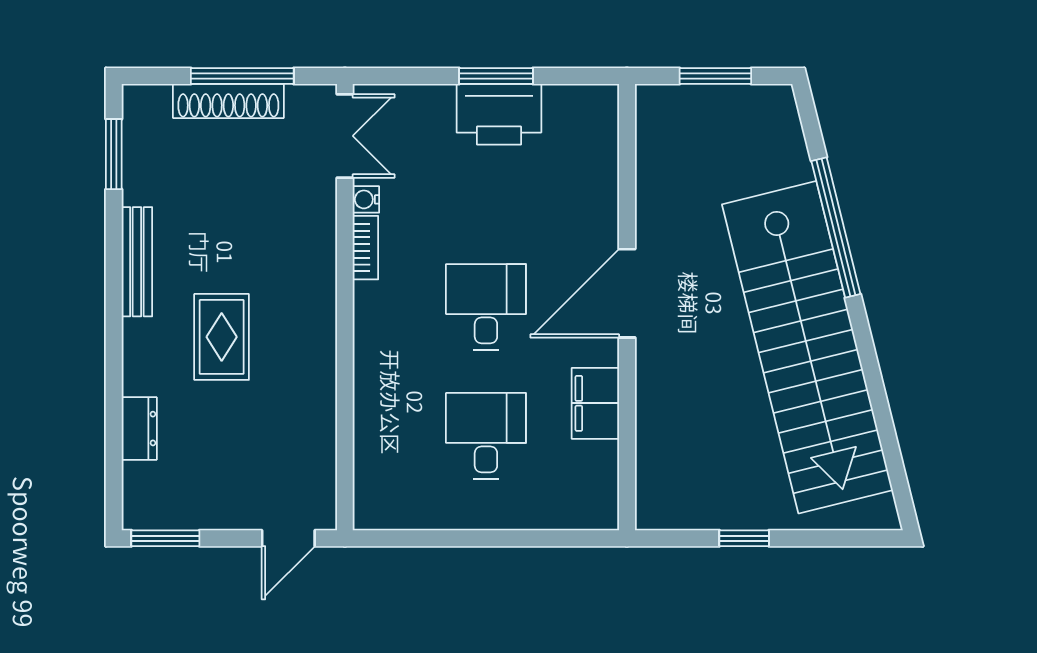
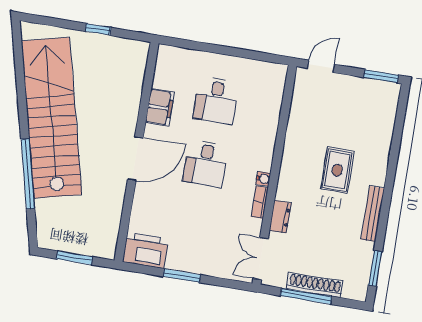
printer: (499, 114) -> (145, 250), moved
water cooler: (366, 199) -> (263, 179), moved
dresser: (139, 429) -> (280, 217), moved, turned 180

